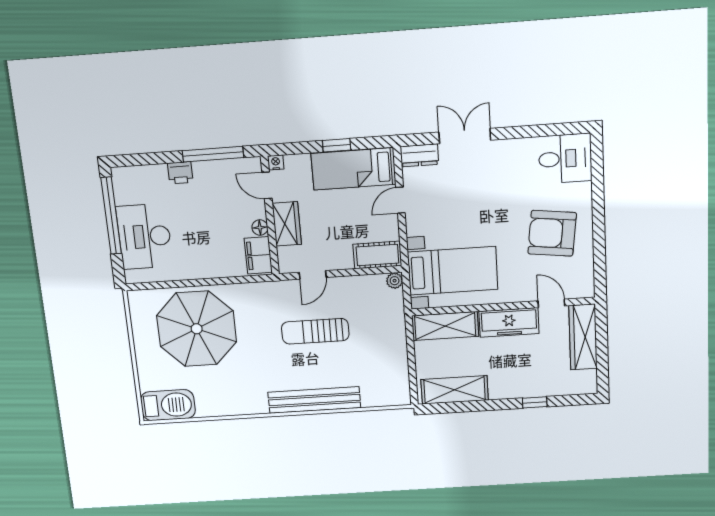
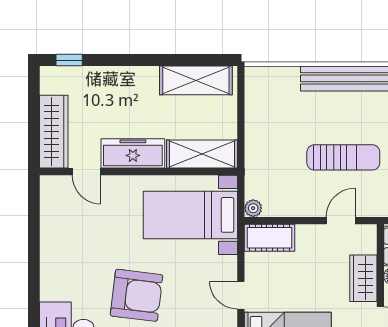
door: (400, 200) -> (241, 295), swing flipped
armchair: (552, 233) -> (136, 295), moved
window: (535, 402) -> (69, 60), moved

